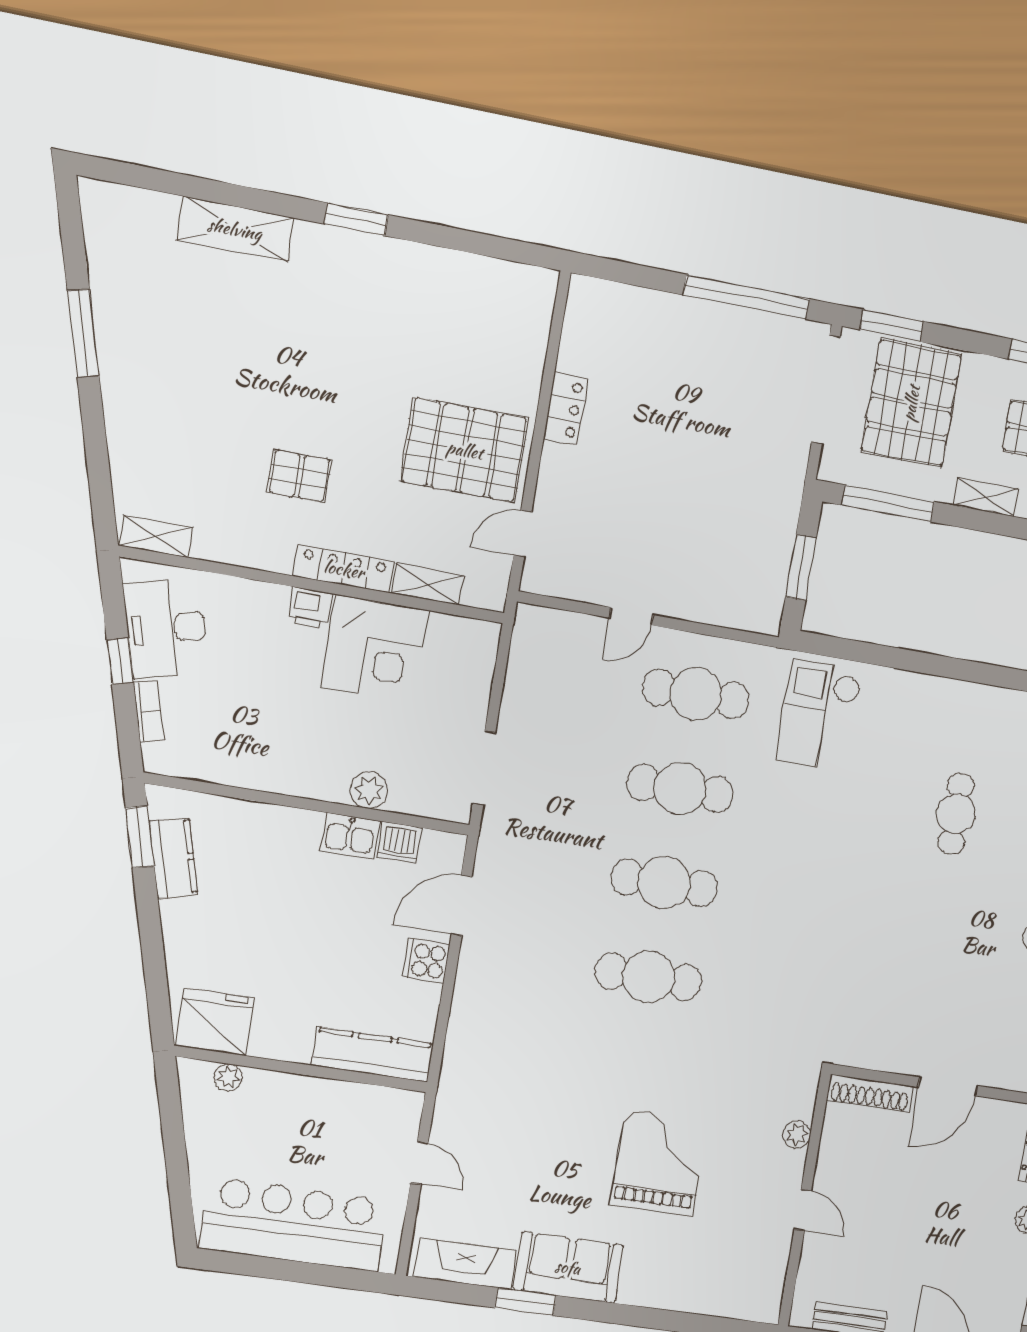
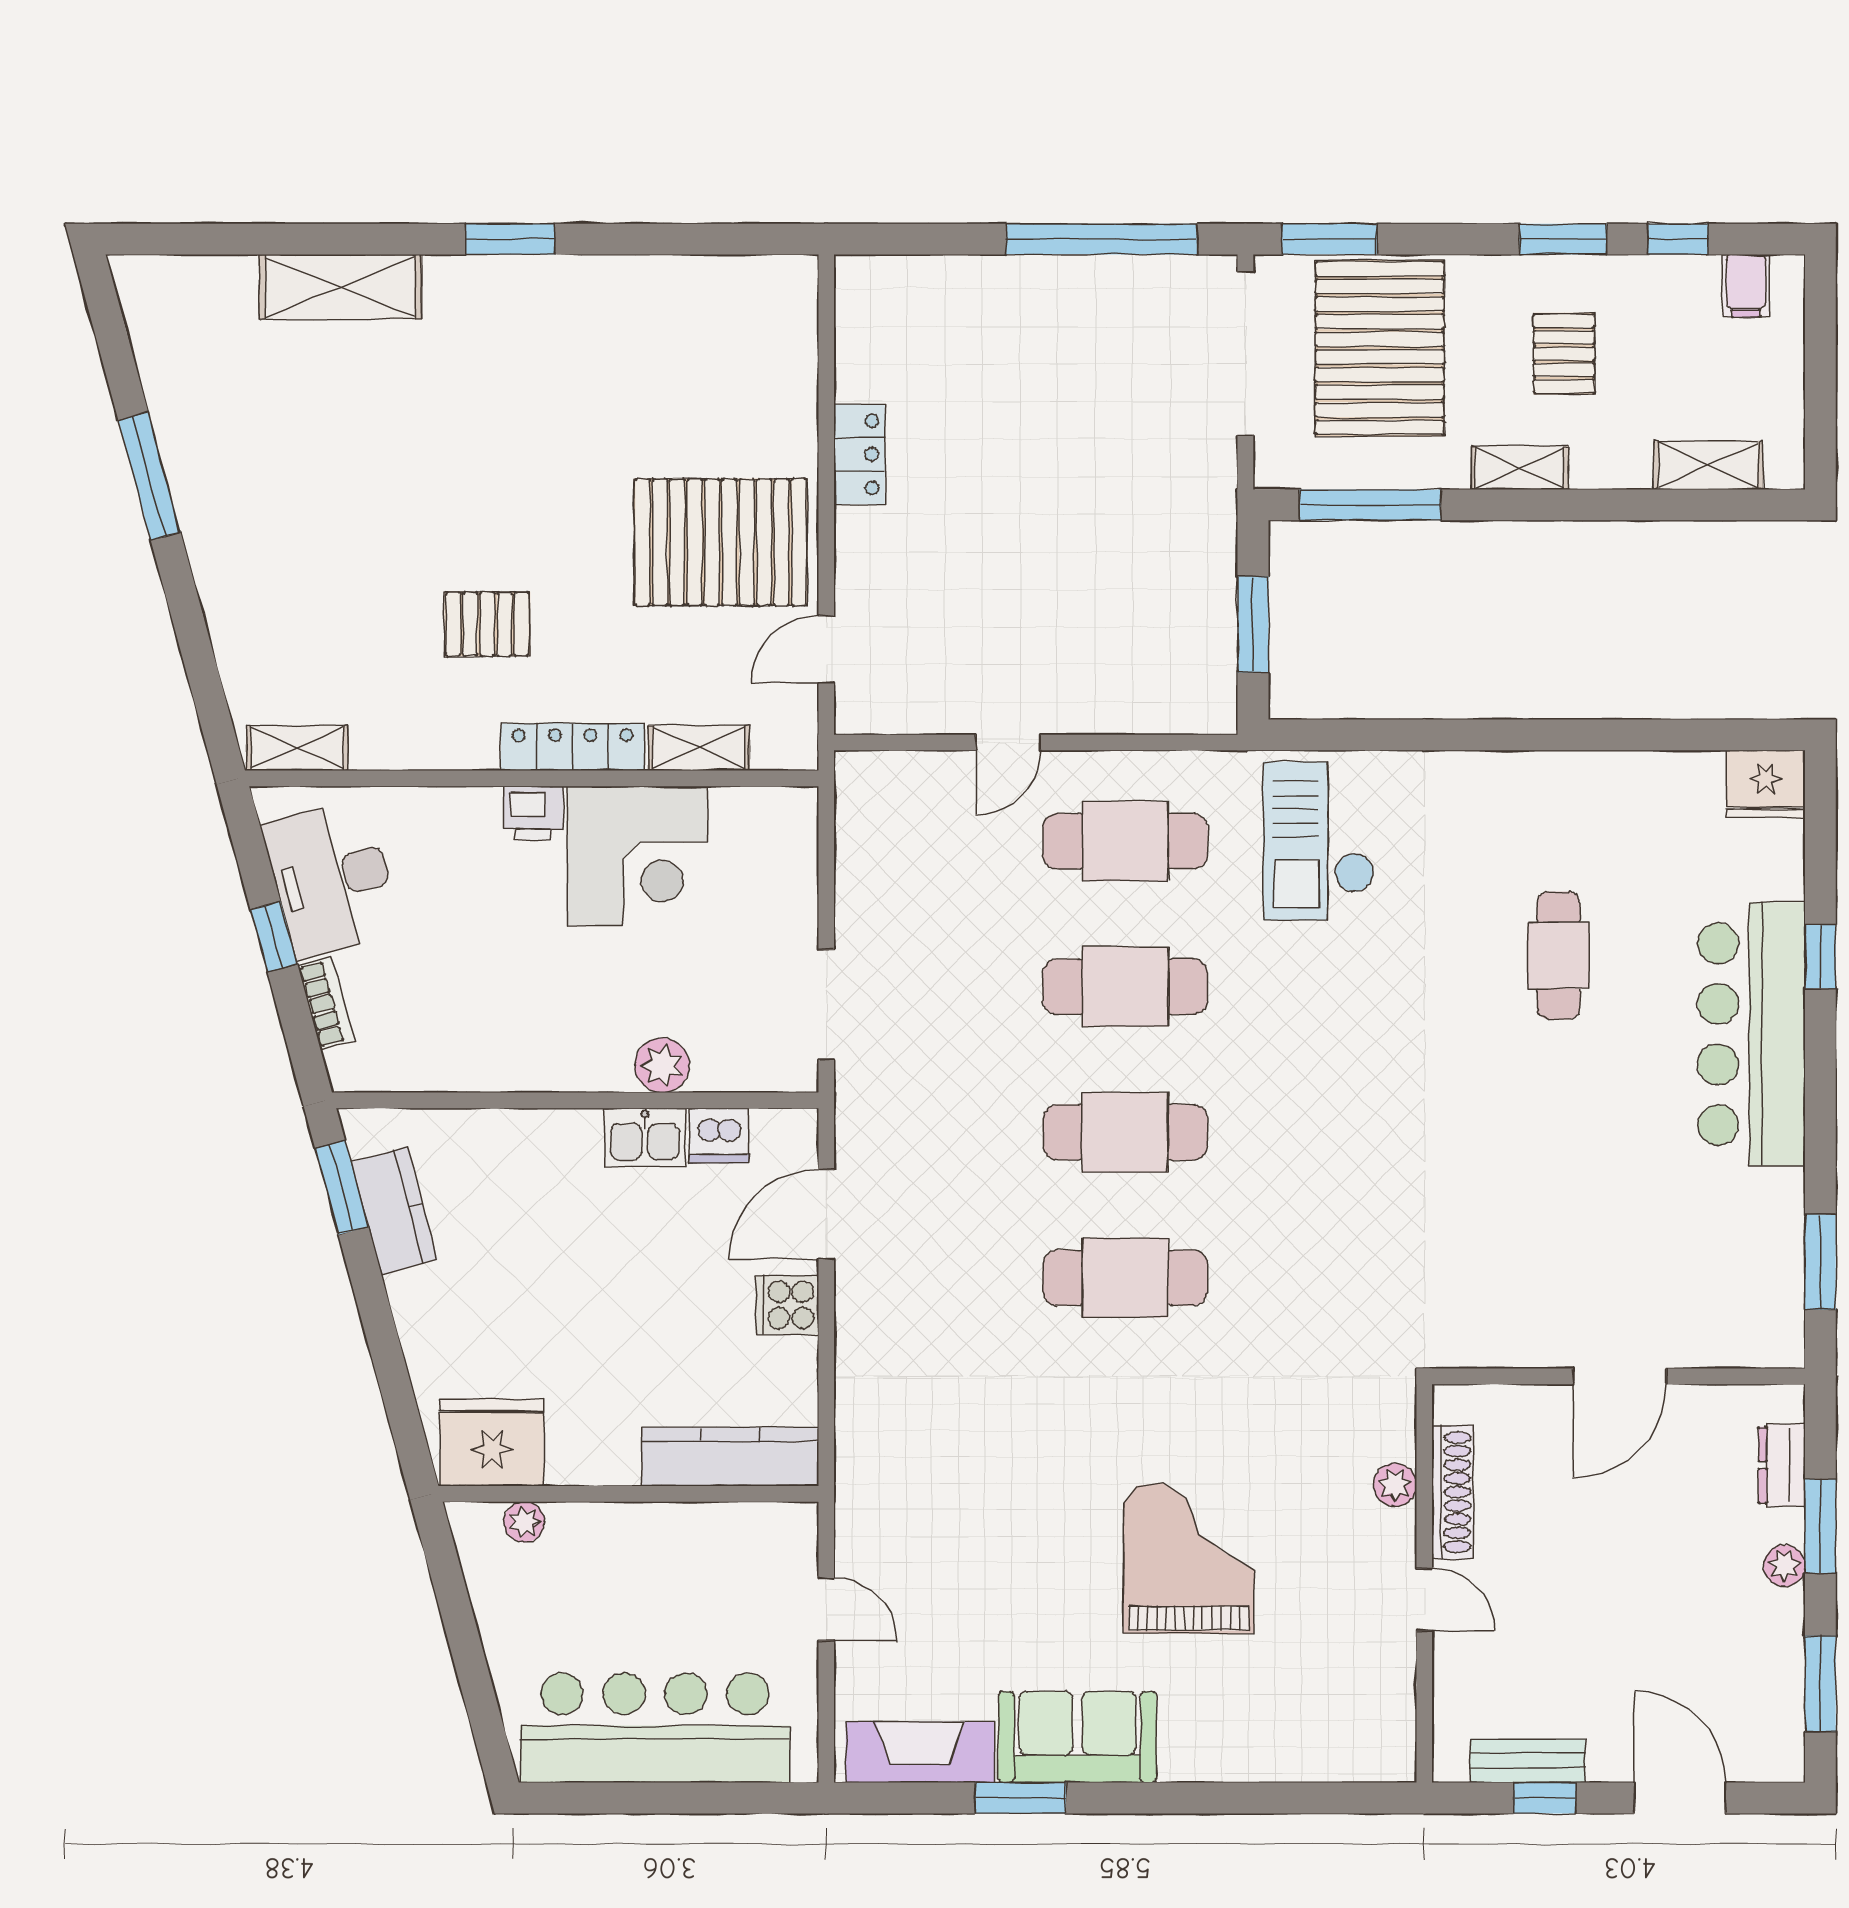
shoe rack: (870, 1093) -> (1452, 1492), moved, turned -90

